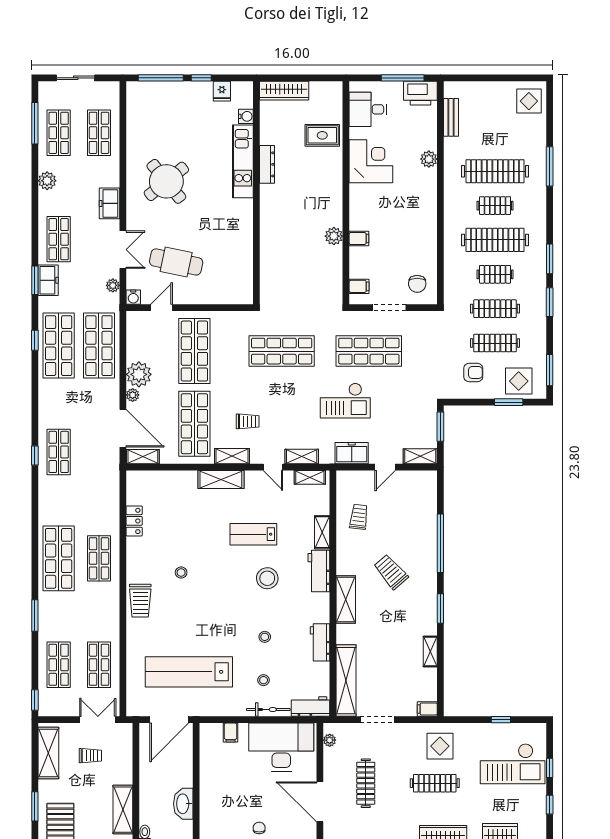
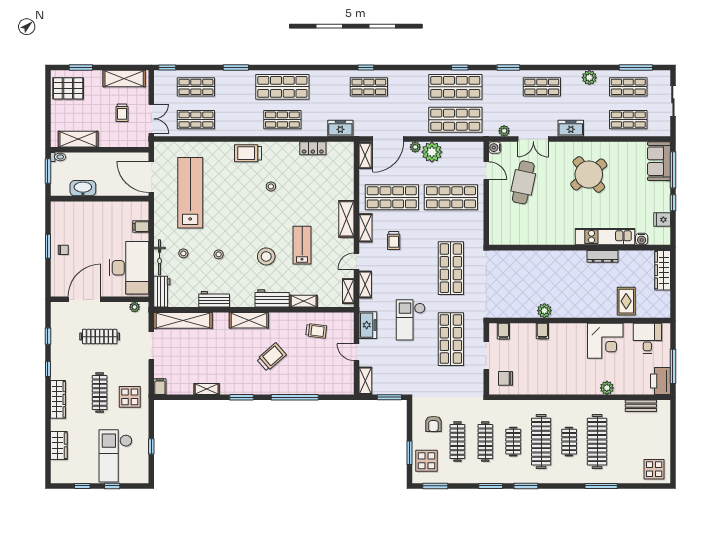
sofa: (150, 95) -> (659, 161), added
freezer: (48, 280) -> (340, 128), moved, turned 180

